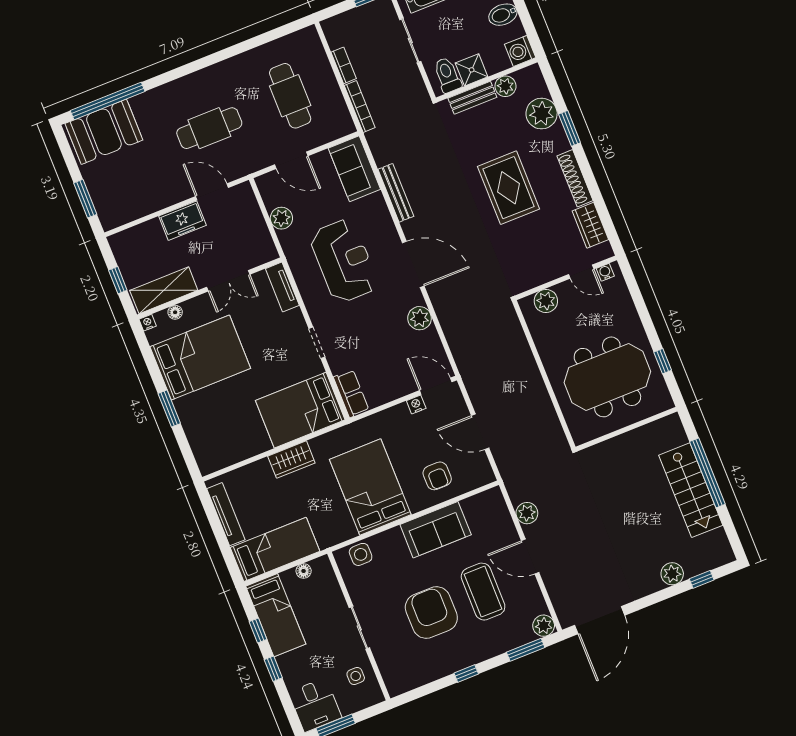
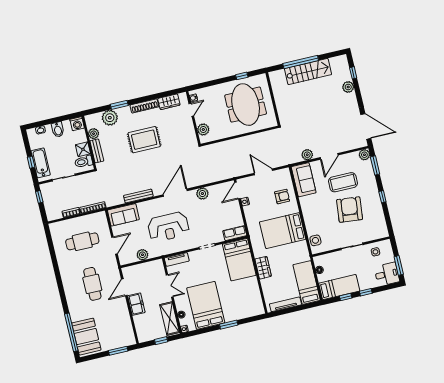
reception desk: (344, 261) -> (168, 227), turned 180
door: (480, 432) -> (263, 172), swing flipped
sofa: (436, 530) -> (304, 180), moved
armchair: (431, 613) -> (350, 210), turned 96

